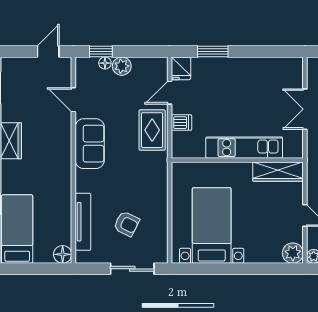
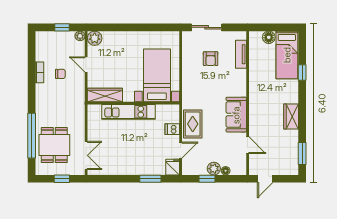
window: (101, 52) -> (207, 179), moved
double door: (305, 109) -> (86, 155), moved
tv unit: (83, 222) -> (241, 54), width x0.71
armchair: (126, 224) -> (211, 59), turned -116
bed with nightstands: (212, 225) -> (157, 75), moved, turned 180
floor lamp: (63, 254) -> (269, 37), moved

